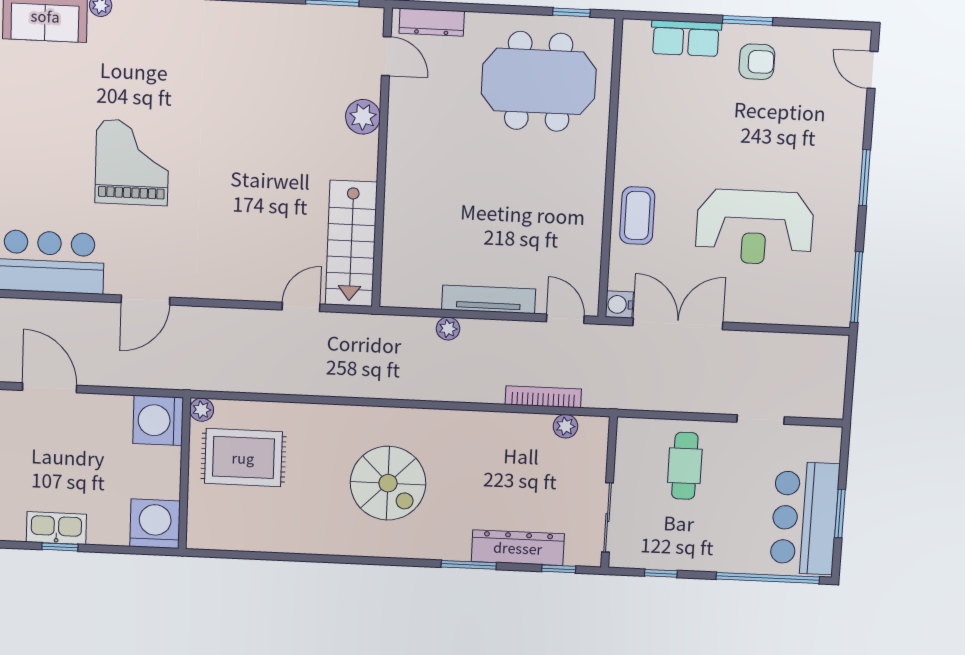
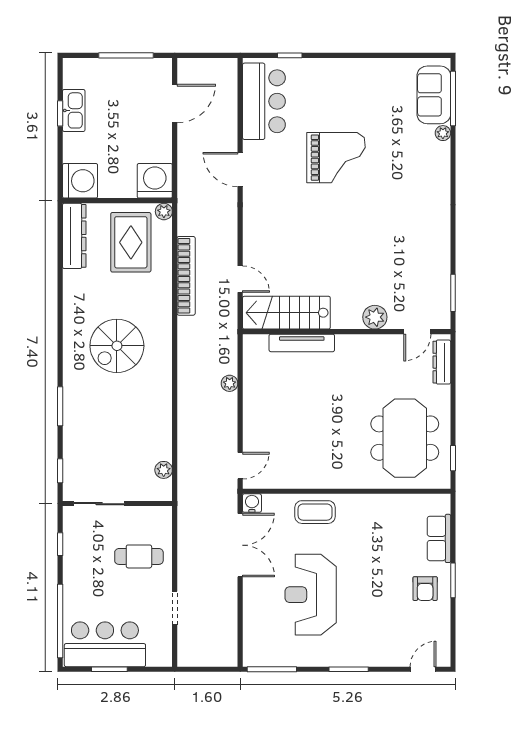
tv unit: (489, 299) -> (302, 343), moved, turned 90
bookcase: (543, 397) -> (186, 276), moved, width x1.48, depth x1.31
dresser: (518, 548) -> (74, 236), moved

